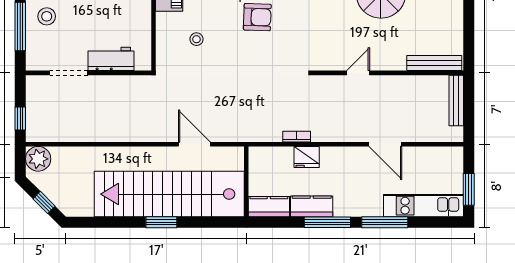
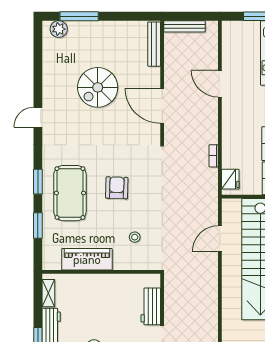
door: (358, 73) -> (162, 106), width x1.88
door: (385, 144) -> (220, 84), swing flipped
fridge: (307, 157) -> (230, 179), moved

